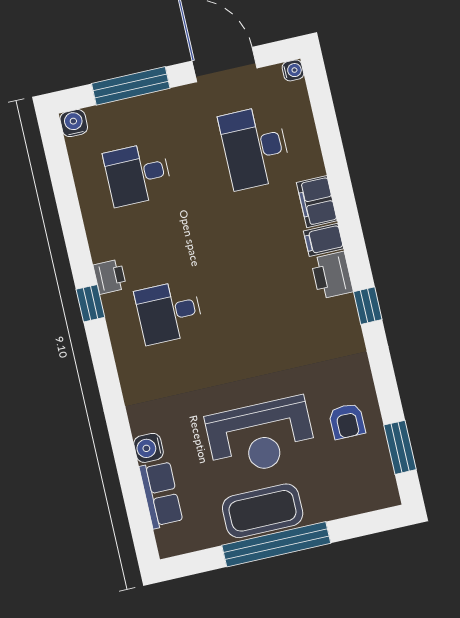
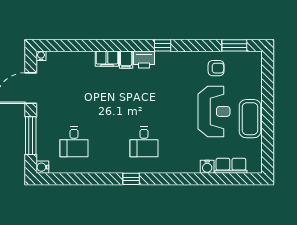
desk: (255, 147) -> (74, 82), removed
printer: (110, 277) -> (120, 167), removed
window: (276, 544) -> (268, 116), removed

